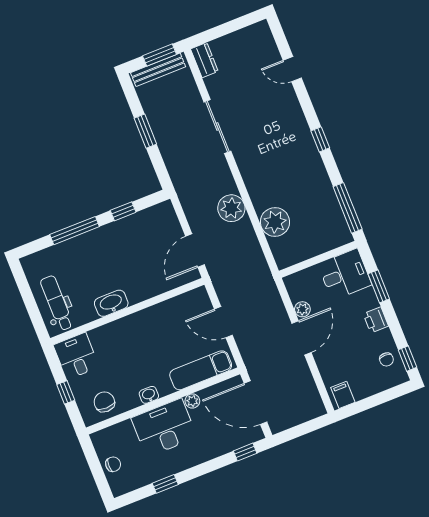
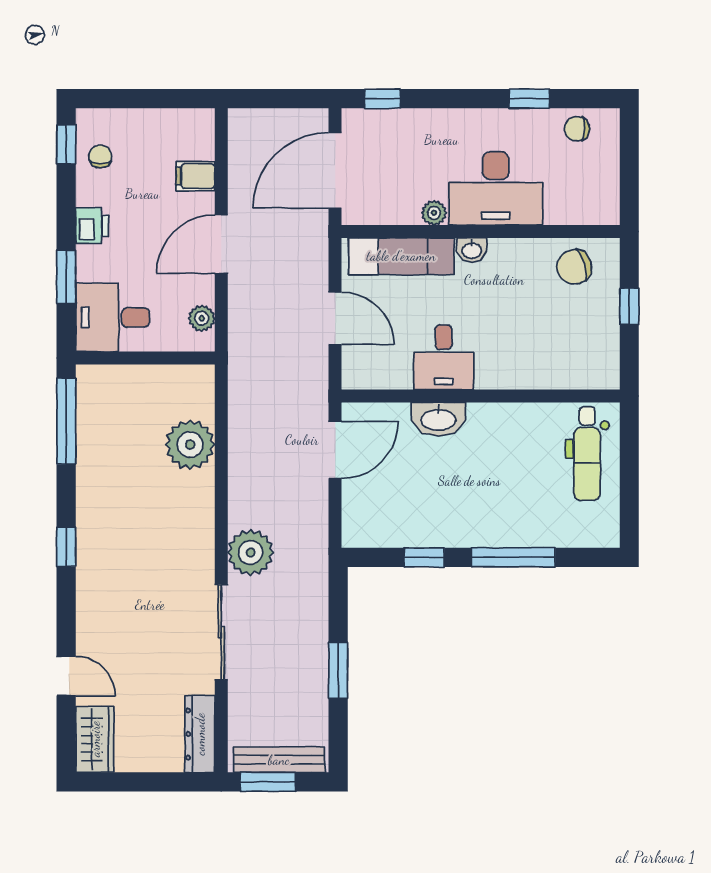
wardrobe: (263, 41) -> (95, 739), added
dresser: (204, 60) -> (200, 734), width x1.44
plant: (231, 208) -> (251, 552), moved
washbasin: (111, 303) -> (438, 419), moved
plant: (302, 309) -> (202, 318), moved
desk: (76, 356) -> (444, 357), moved
washbasin: (149, 395) -> (472, 250), moved
filing cabinet: (343, 395) -> (195, 176), moved, turned 90
chair: (104, 402) -> (574, 267), turned 73
door: (255, 403) -> (335, 170), swing flipped
chair: (113, 464) -> (577, 129), moved

